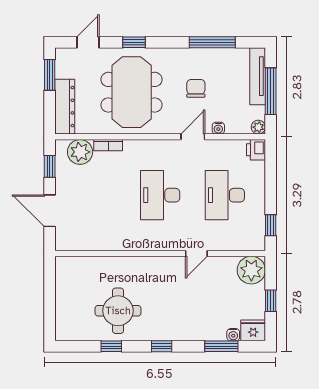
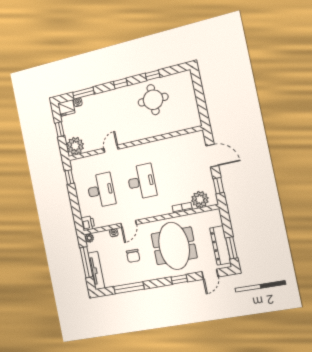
dresser: (65, 107) -> (220, 245), moved

